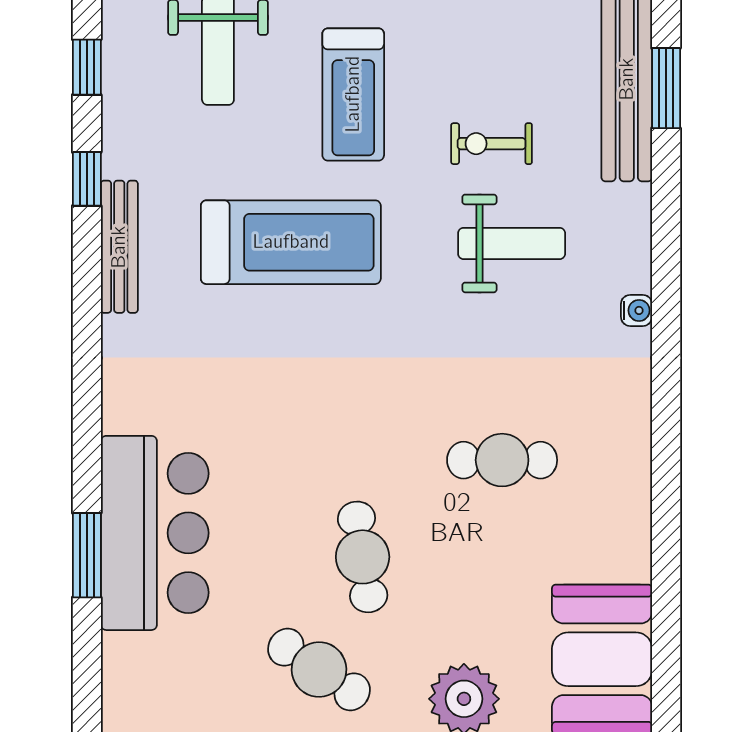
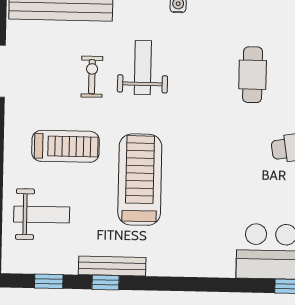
exercise bike: (491, 144) -> (92, 77), turned 180
bench: (119, 247) -> (112, 266), moved

